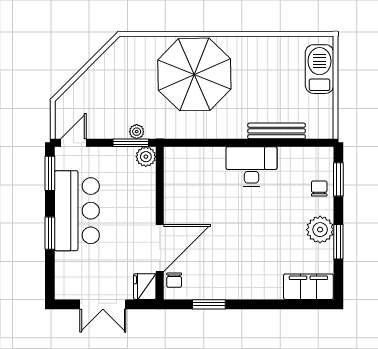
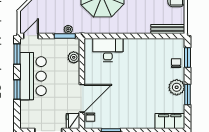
bench: (277, 131) -> (168, 29), moved
plant: (146, 157) -> (74, 57), moved
desk: (251, 167) -> (108, 50), moved

